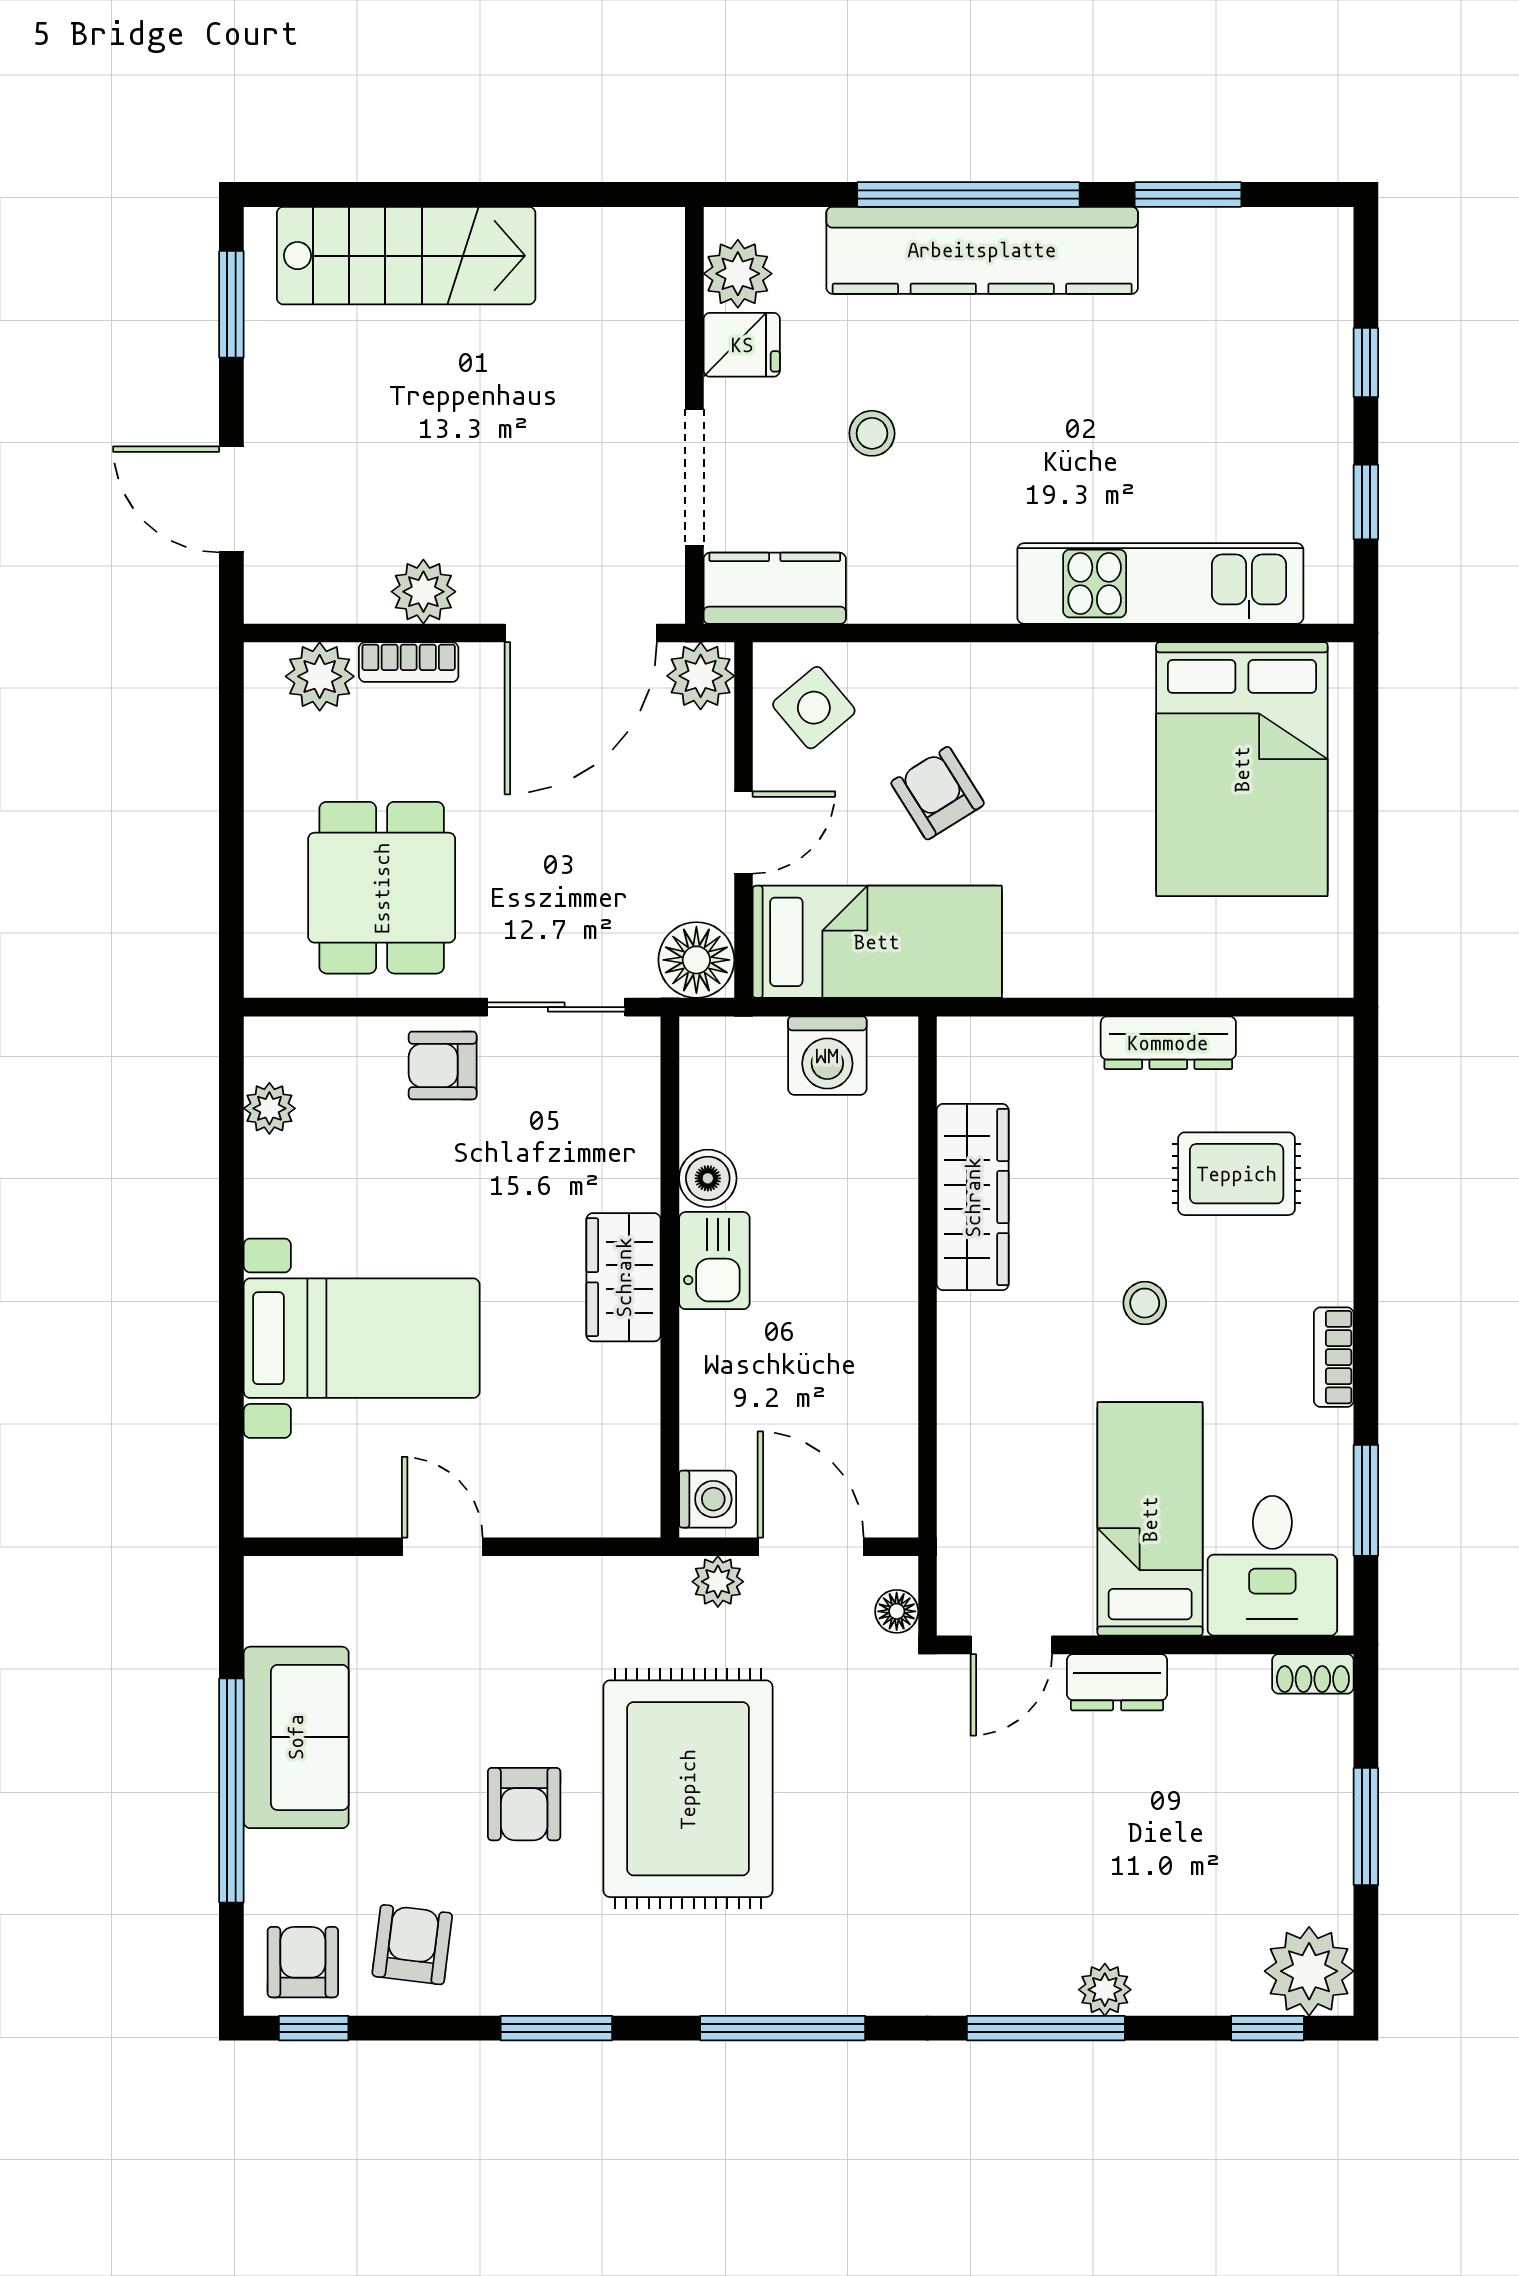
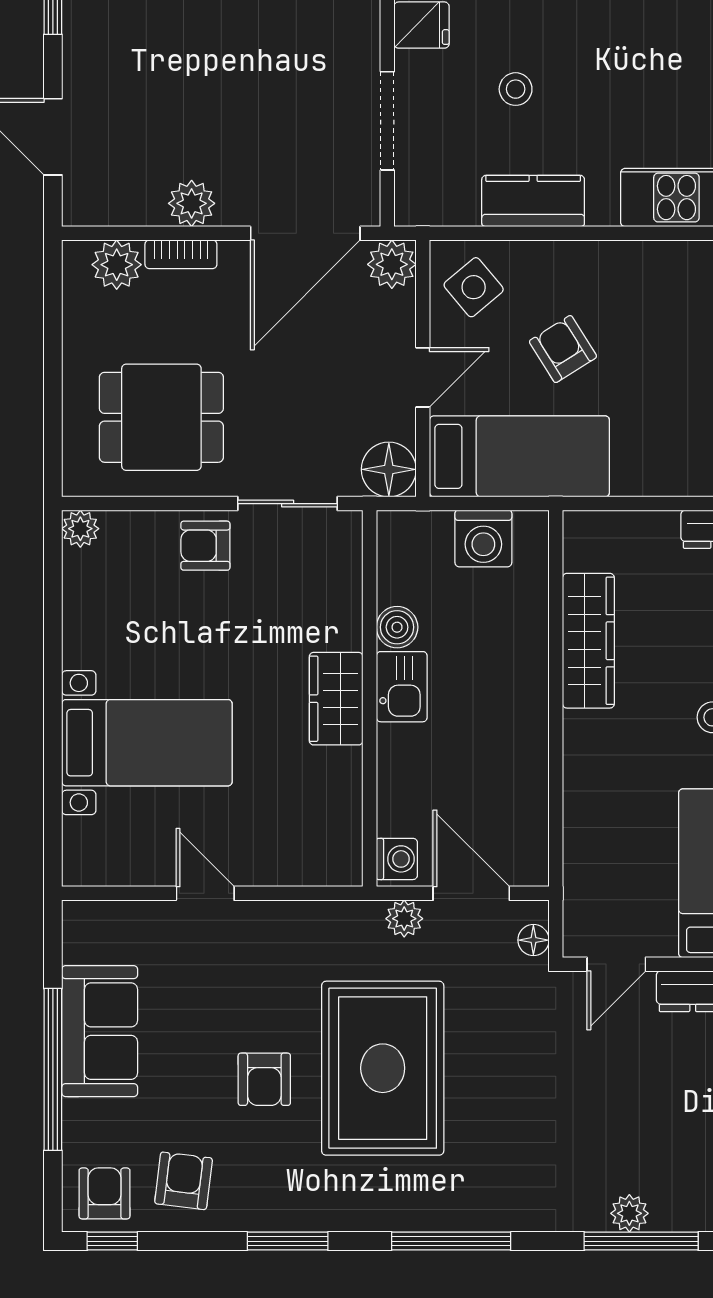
kitchen counter: (775, 588) -> (533, 201), moved
dining table: (382, 888) -> (161, 417), turned 90
plant: (269, 1108) -> (80, 529), moved
plant: (1105, 1990) -> (629, 1213), moved

